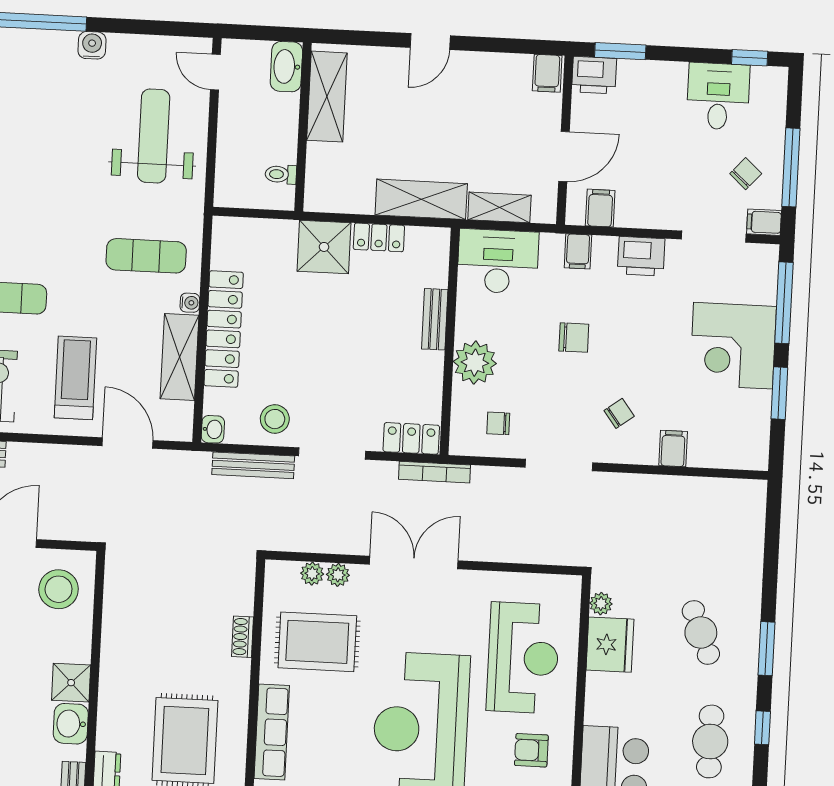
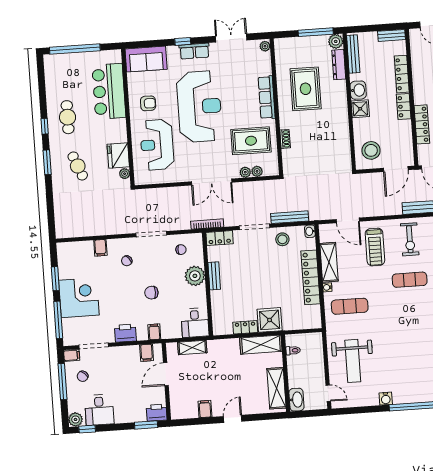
filing cabinet: (547, 73) -> (205, 409), moved
plant: (772, 82) -> (75, 419), added
shelving: (421, 199) -> (261, 345), moved
desk: (498, 261) -> (195, 323), width x0.73
bench: (435, 319) -> (214, 276), moved

